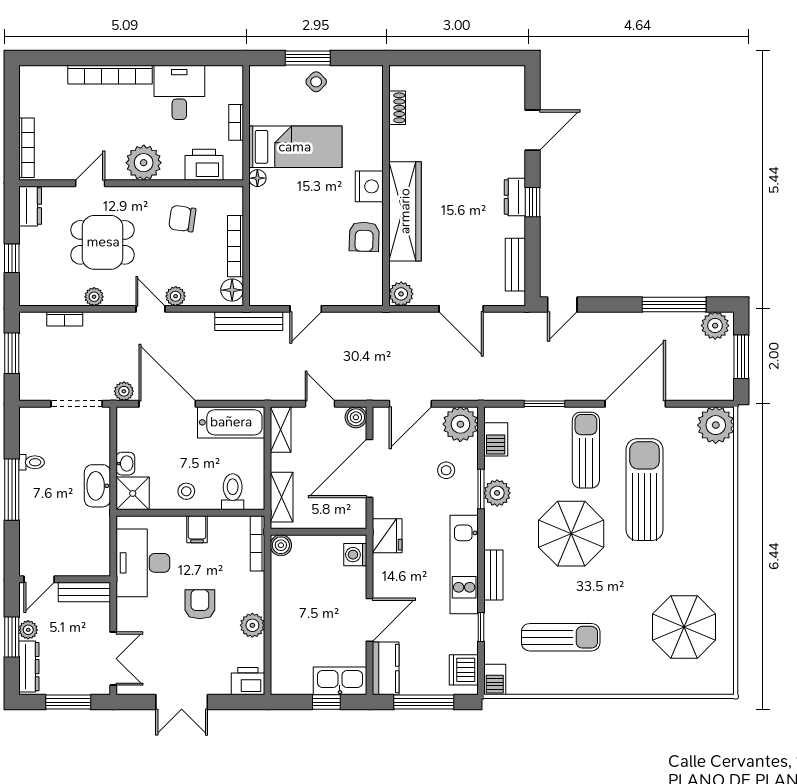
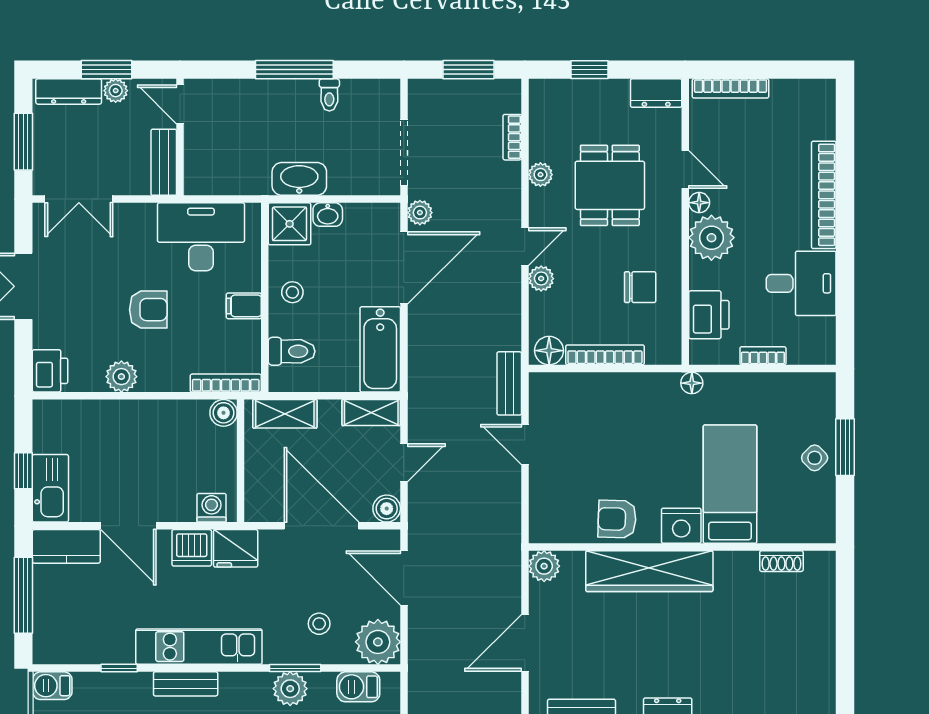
bed: (295, 147) -> (730, 484), moved, turned 180
floor lamp: (116, 172) -> (699, 203), added
chair: (182, 219) -> (640, 287), turned 82
bench: (249, 321) -> (509, 383), width x0.73
dishwasher: (464, 670) -> (192, 548), moved, turned 180

